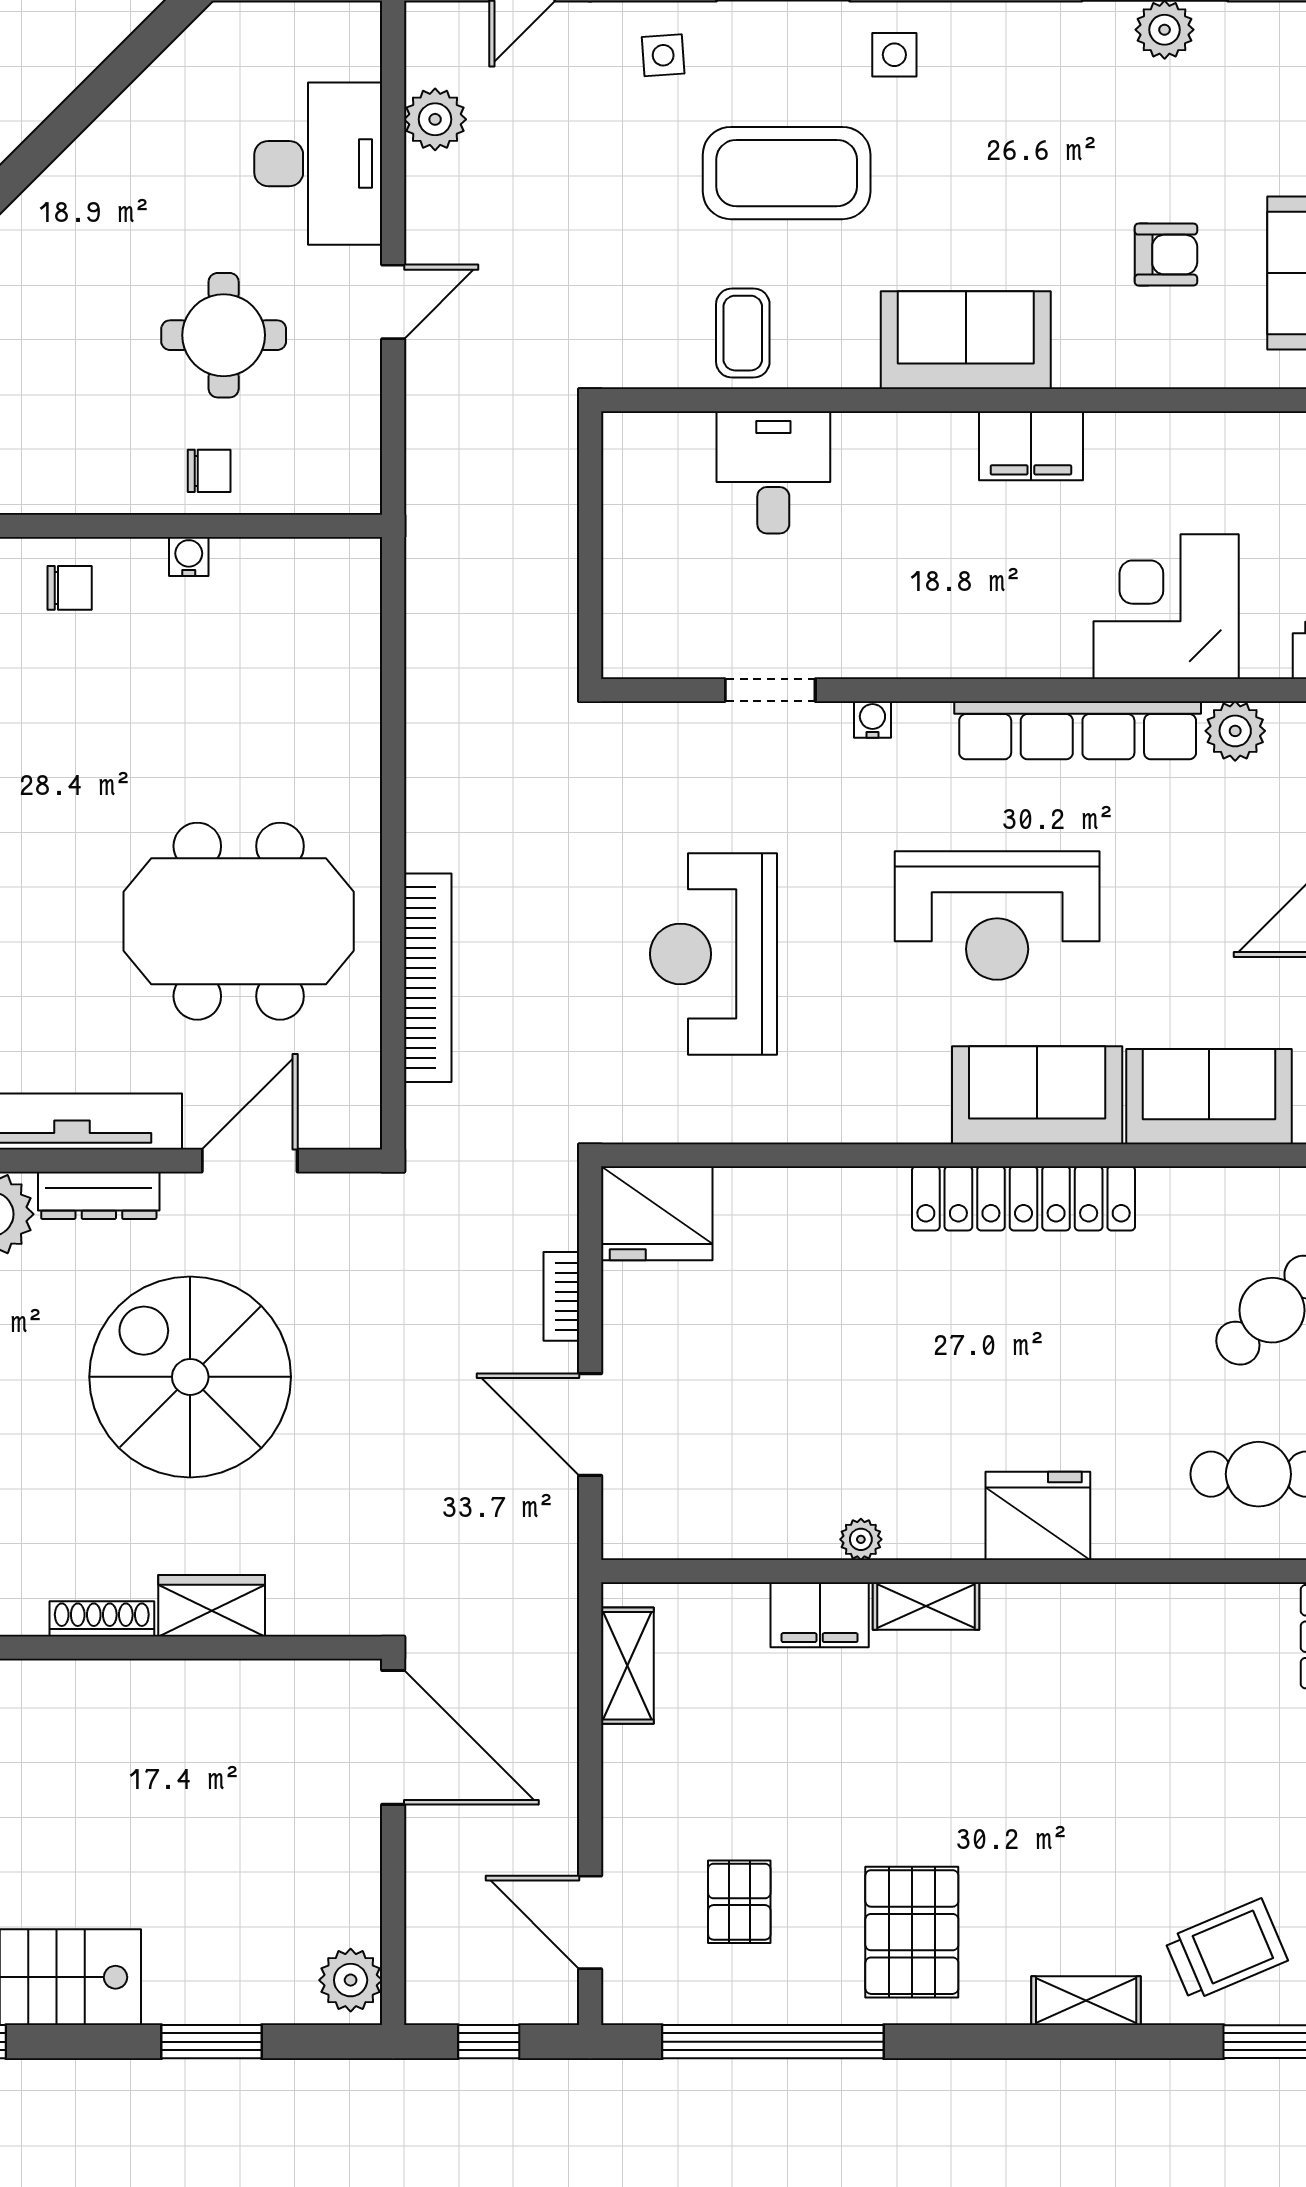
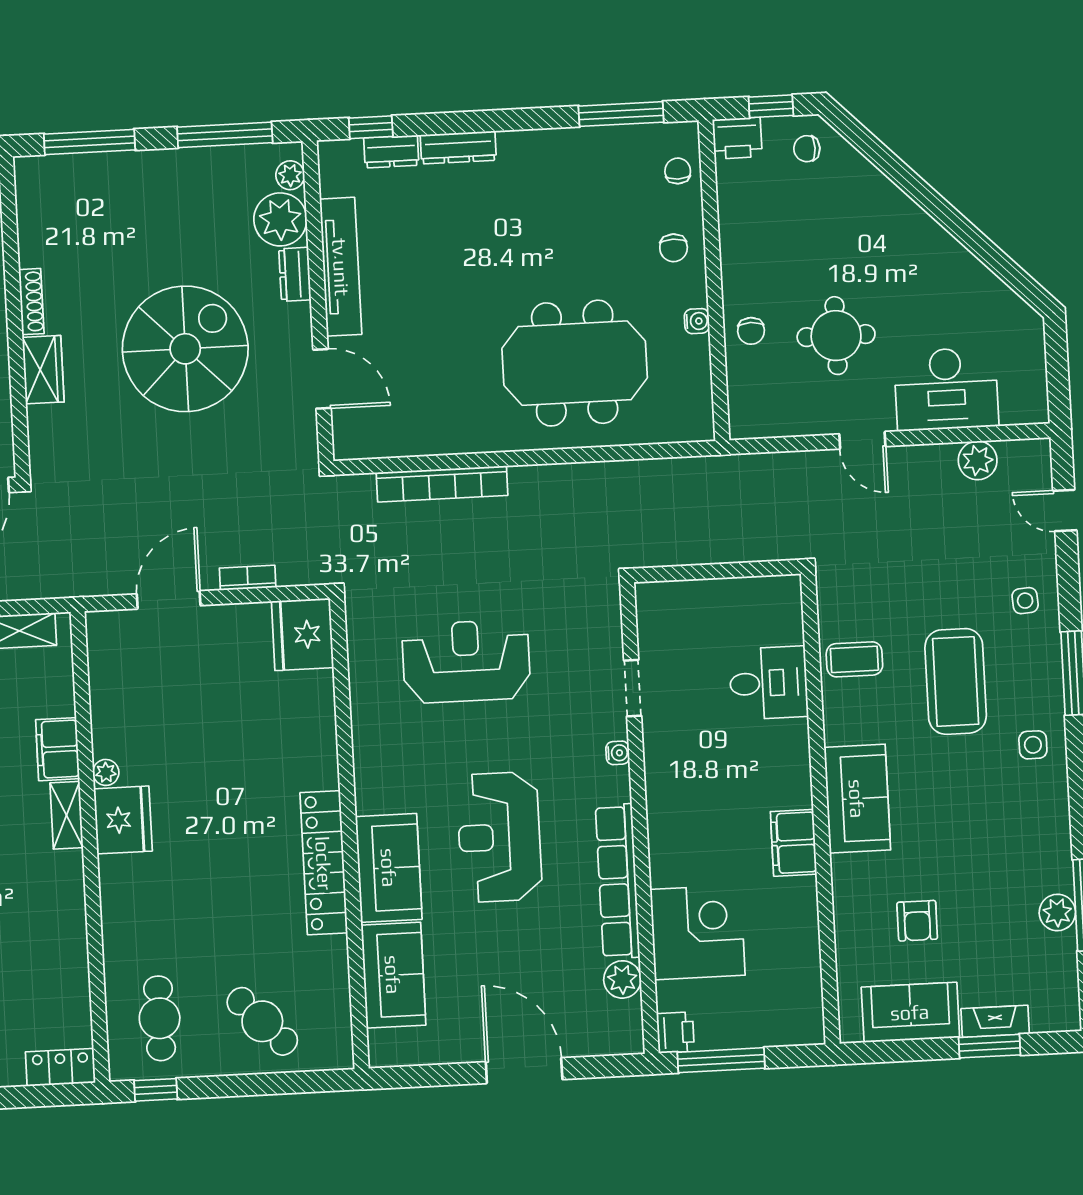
meeting table: (239, 921) -> (575, 363), moved, turned 90
dresser: (99, 1195) -> (295, 274), width x0.70
fridge: (1038, 1516) -> (123, 820), moved

